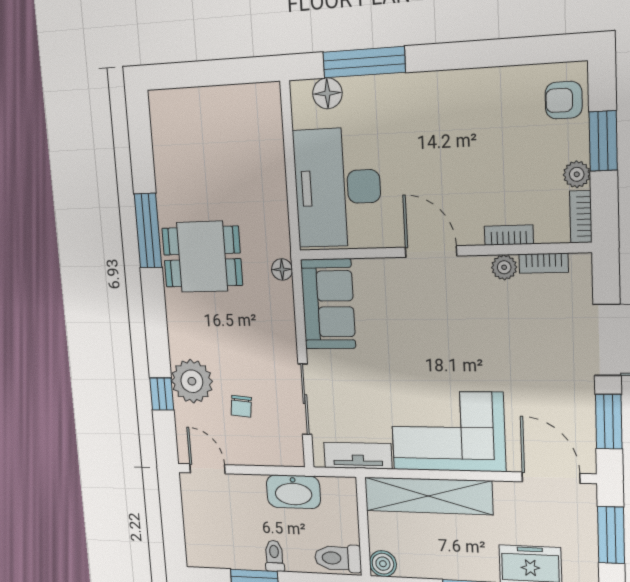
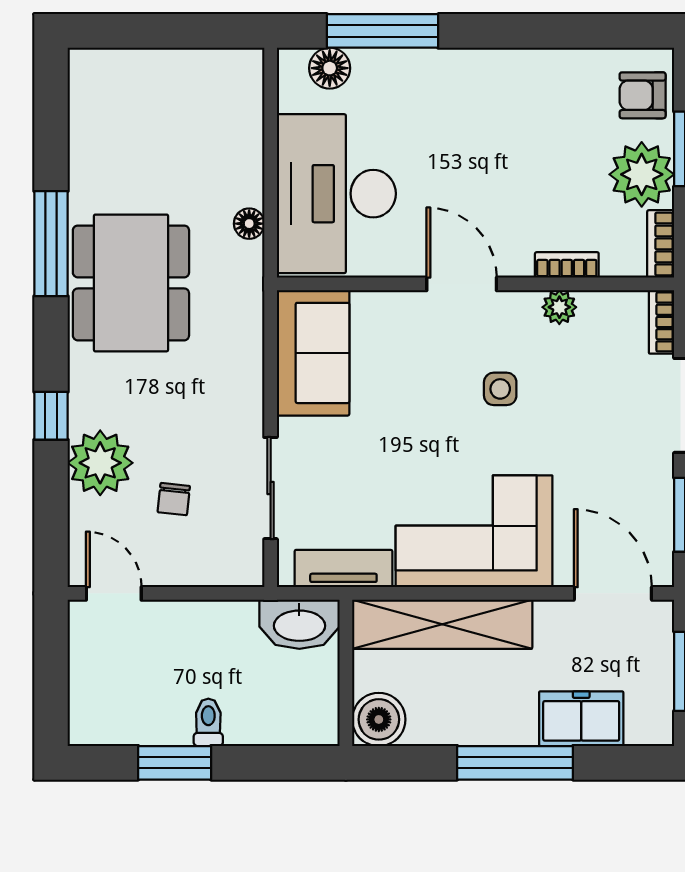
plant: (577, 174) -> (642, 174), width x1.87, depth x1.87
dining table: (202, 257) -> (131, 283), width x1.38
bookcase: (544, 263) -> (661, 322), moved, turned 90
floor lamp: (282, 269) -> (249, 224), moved
side table: (463, 329) -> (500, 389), added
window: (162, 394) -> (51, 416), moved
washbasin: (293, 492) -> (299, 624), moved
toilet: (338, 558) -> (305, 722), removed
boiler: (383, 564) -> (379, 719), width x1.36, depth x1.36

